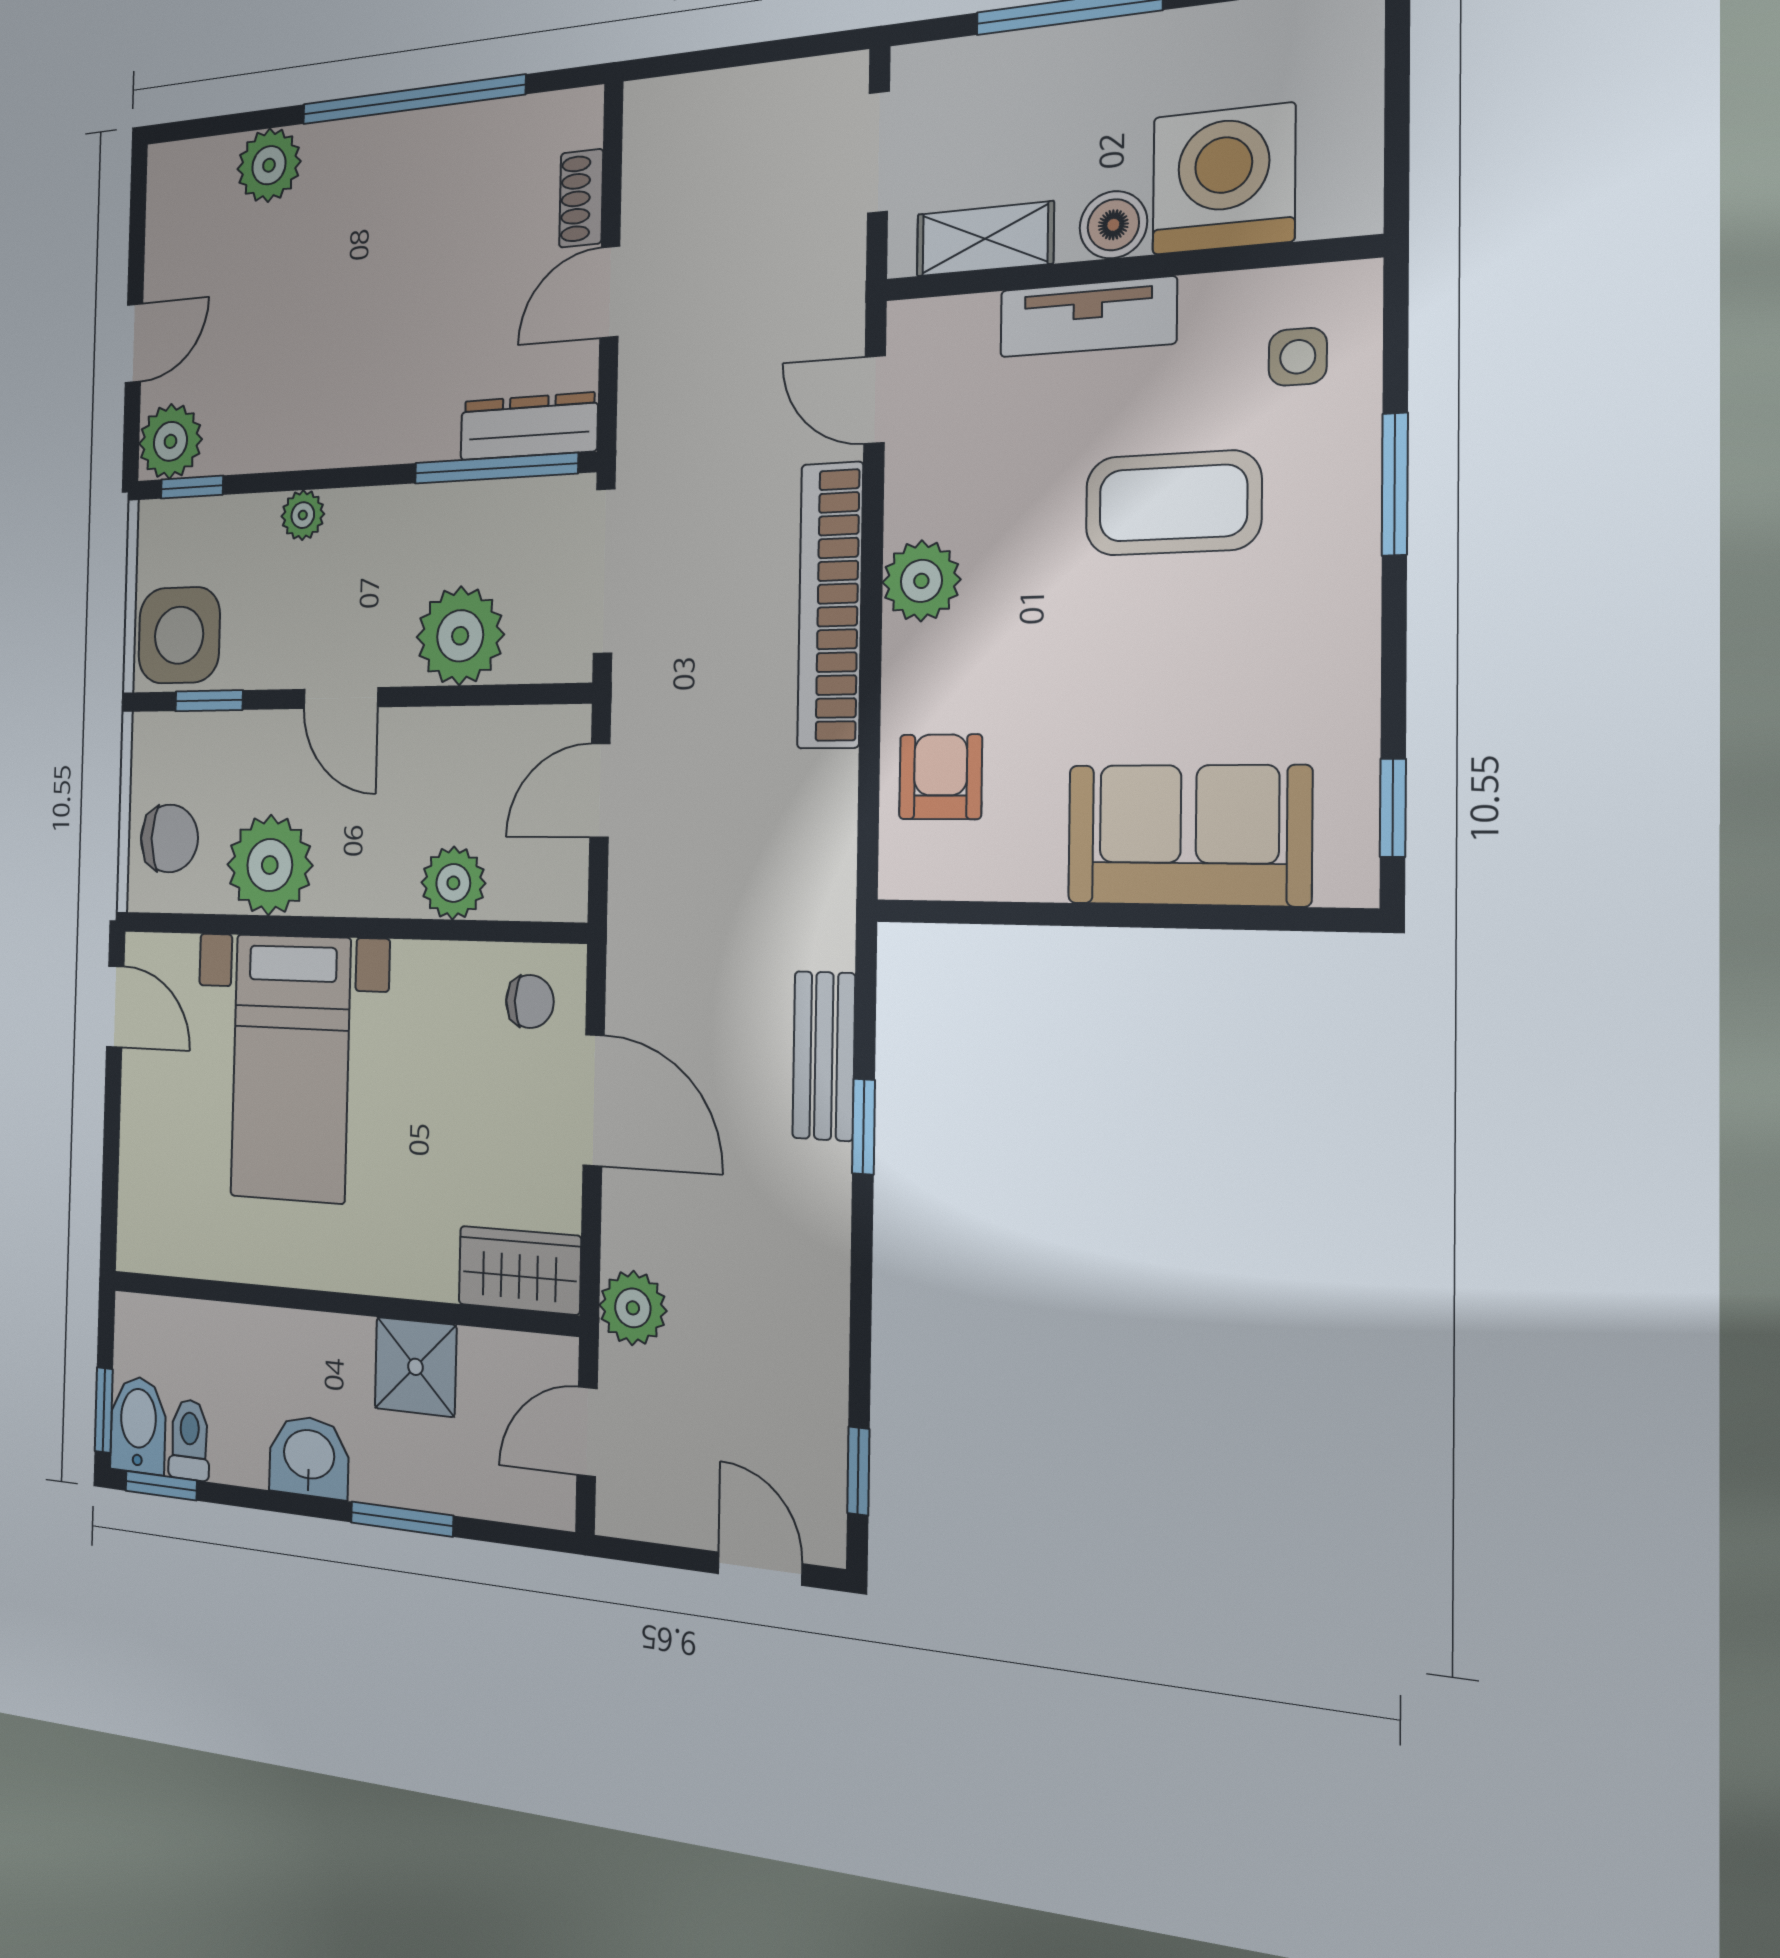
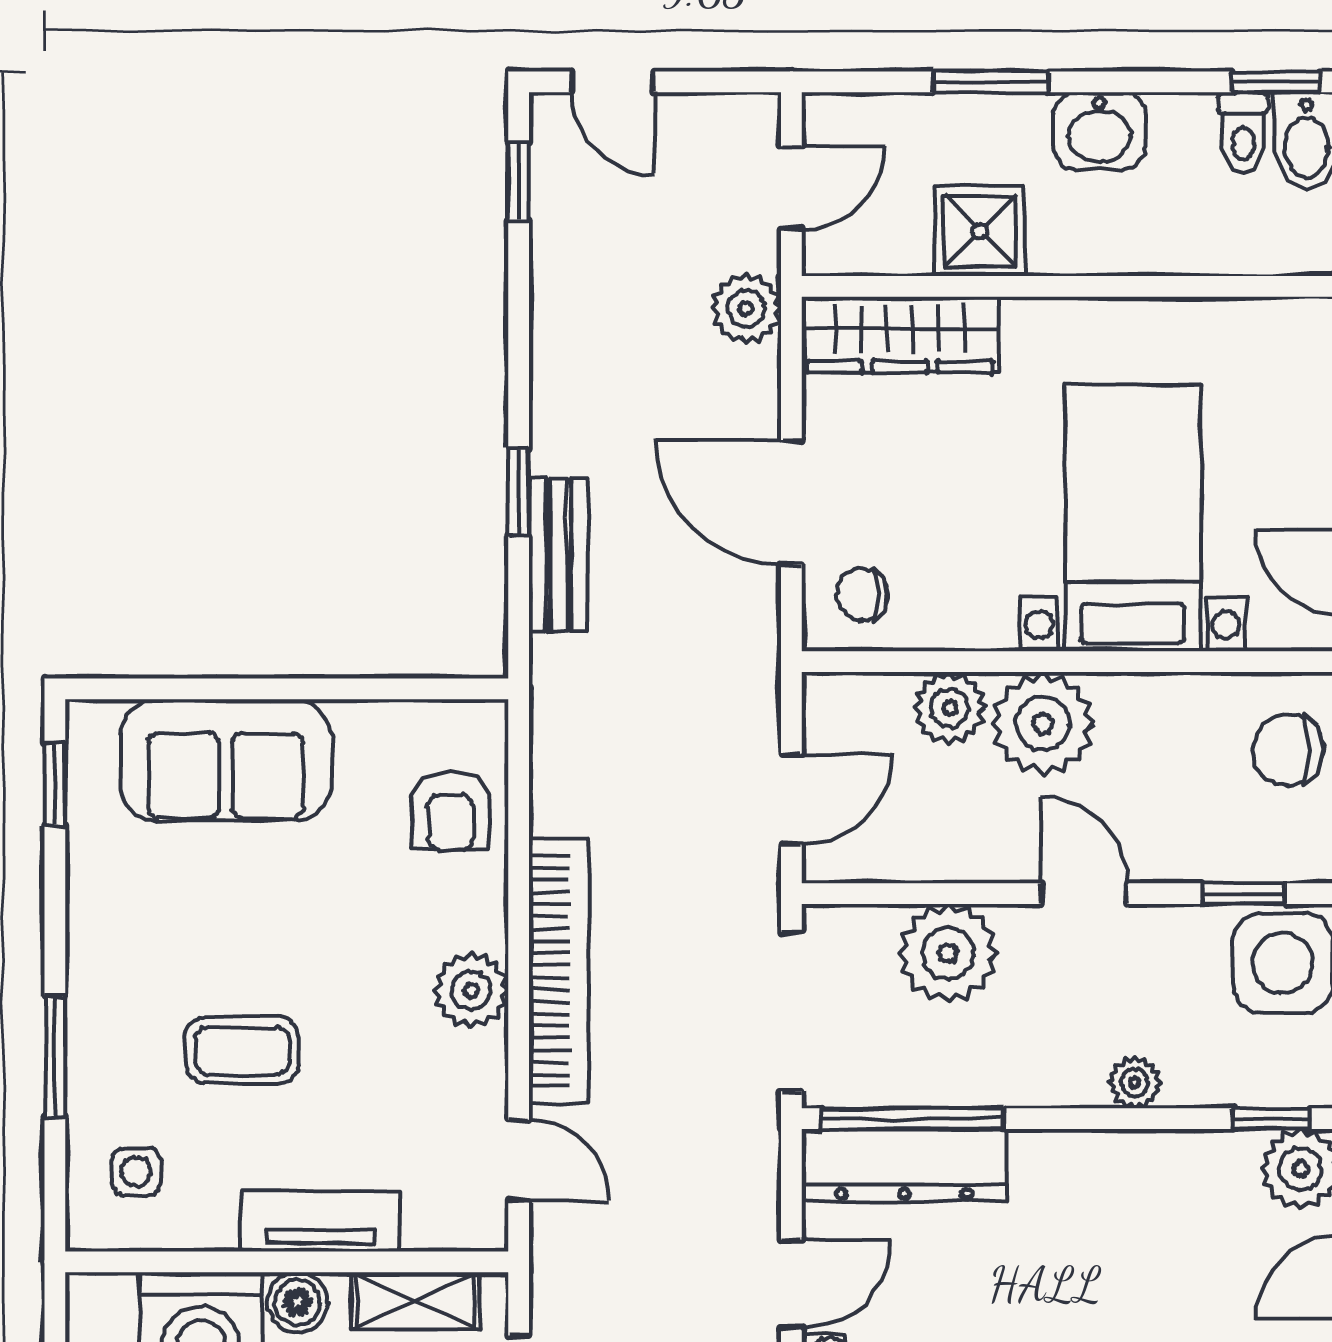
dresser: (529, 426) -> (904, 1165), width x1.37, depth x1.24
coffee table: (1173, 503) -> (242, 1050), width x0.73, depth x0.77
plant: (270, 865) -> (1043, 723), moved
wardrobe: (520, 1270) -> (900, 335), width x1.50

